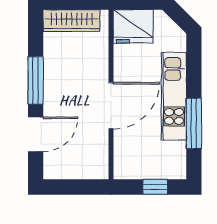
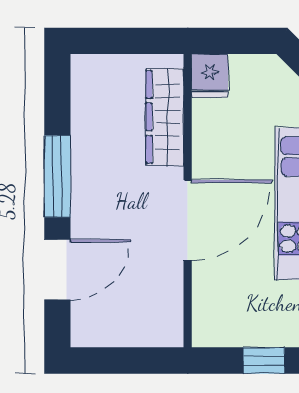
wardrobe: (72, 21) -> (165, 117), moved, turned 90
fridge: (133, 26) -> (210, 76), width x0.53, depth x0.75

